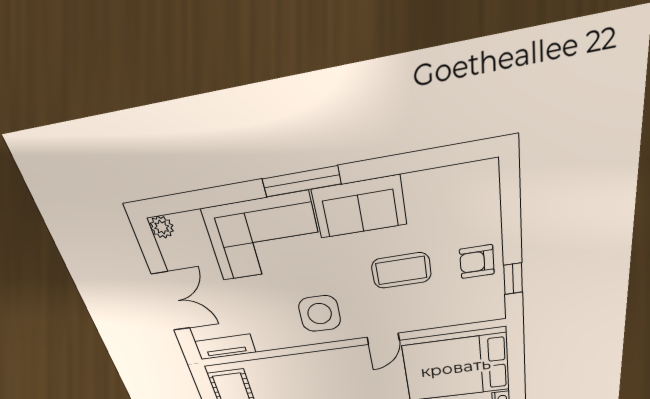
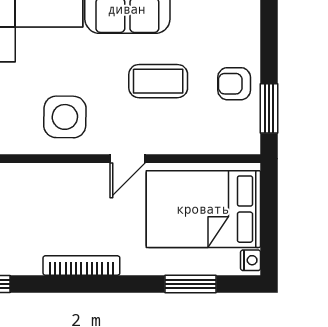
window: (513, 279) -> (269, 108), width x1.50

